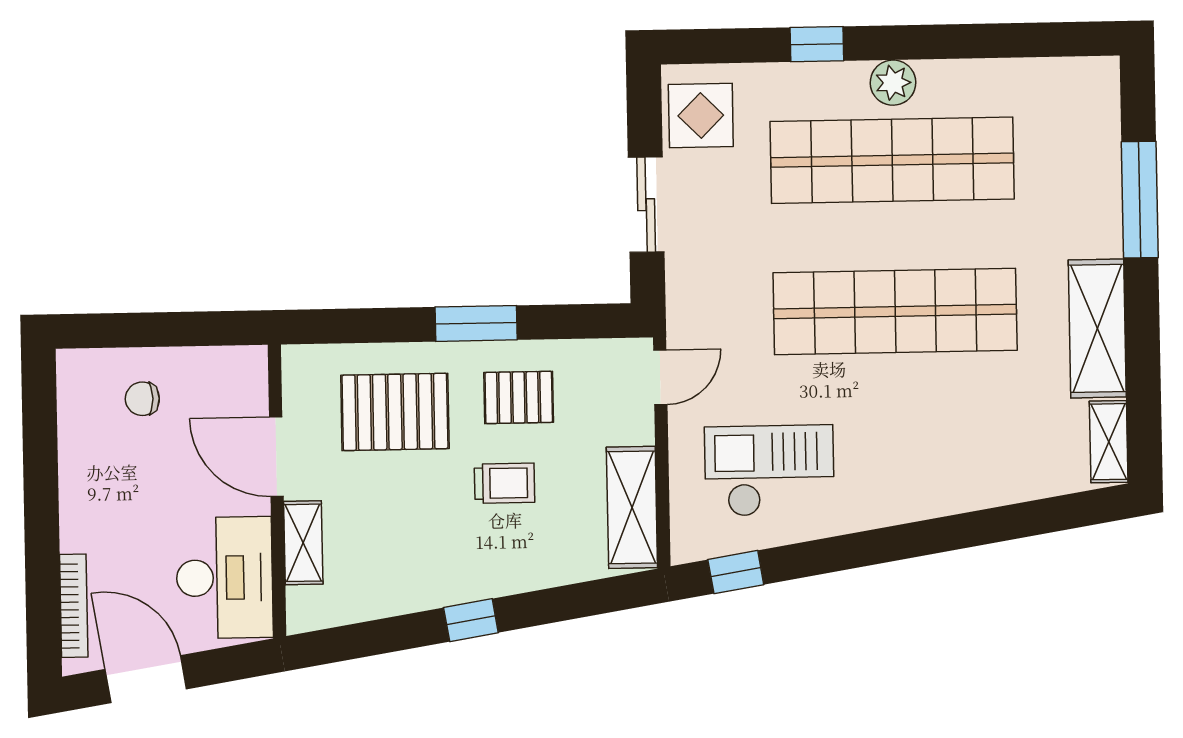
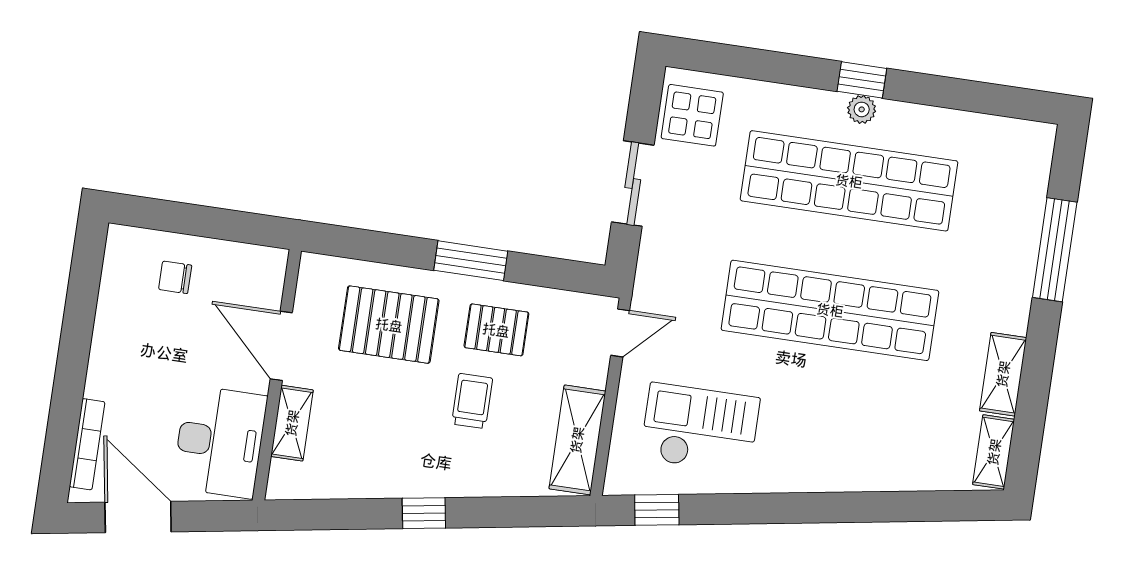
window: (817, 44) -> (862, 80), moved
plant: (893, 83) -> (862, 109), width x0.73, depth x0.73
shelving: (1097, 328) -> (1003, 374), width x0.67, depth x0.75
trolley: (504, 483) -> (472, 401), turned -90

